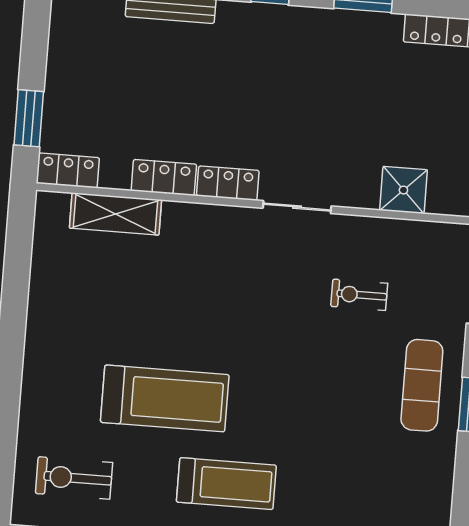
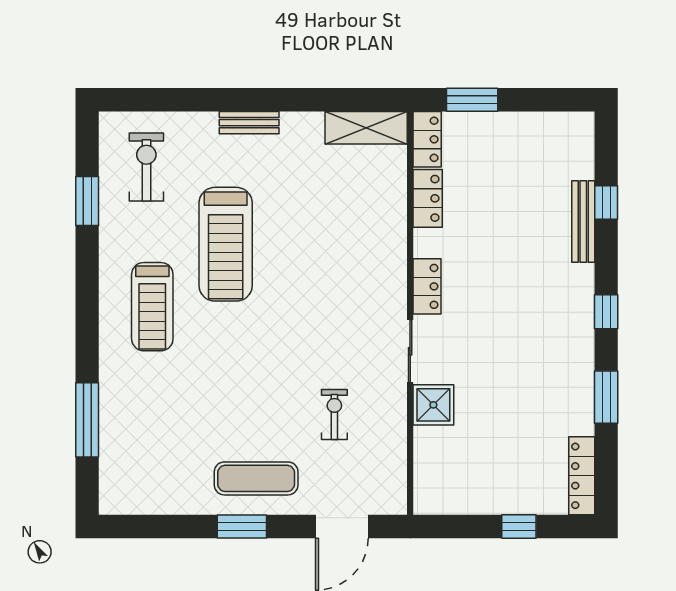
locker: (164, 177) -> (428, 198), moved
shower: (403, 190) -> (433, 405), moved
shelving: (116, 214) -> (366, 128), moved, turned 90
bench: (35, 362) -> (249, 123), added

